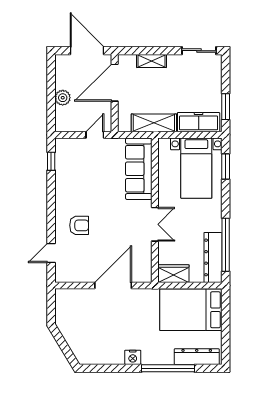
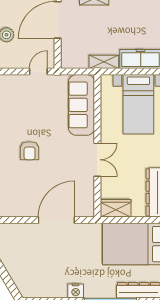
shelving: (154, 123) -> (104, 62), width x0.67, depth x0.75
armchair: (79, 225) -> (30, 151), moved, turned 90

